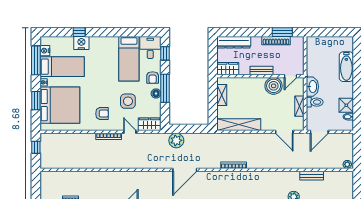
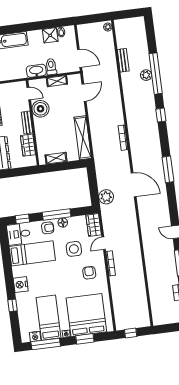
nightstand: (81, 43) -> (21, 285), moved
wardrobe: (228, 69) -> (28, 145), moved

